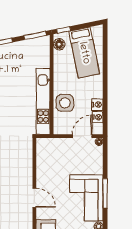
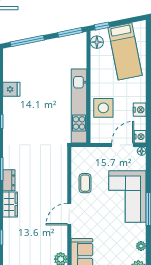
nightstand: (98, 117) -> (140, 137), moved
coffee table: (49, 170) -> (85, 183), added
door: (34, 198) -> (69, 214), swing flipped
corner sofa: (86, 198) -> (127, 197), moved

